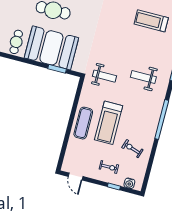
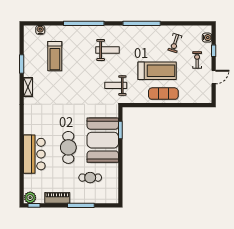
cafe table: (16, 42) -> (90, 178), moved
weight bench: (104, 76) -> (116, 85), turned -90
weight bench: (143, 77) -> (108, 50), turned -90
door: (76, 177) -> (214, 77), moved

